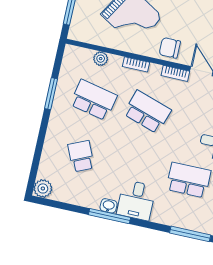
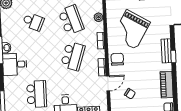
school desk: (94, 100) -> (71, 20), turned -30
school desk: (81, 156) -> (33, 22), turned 48

